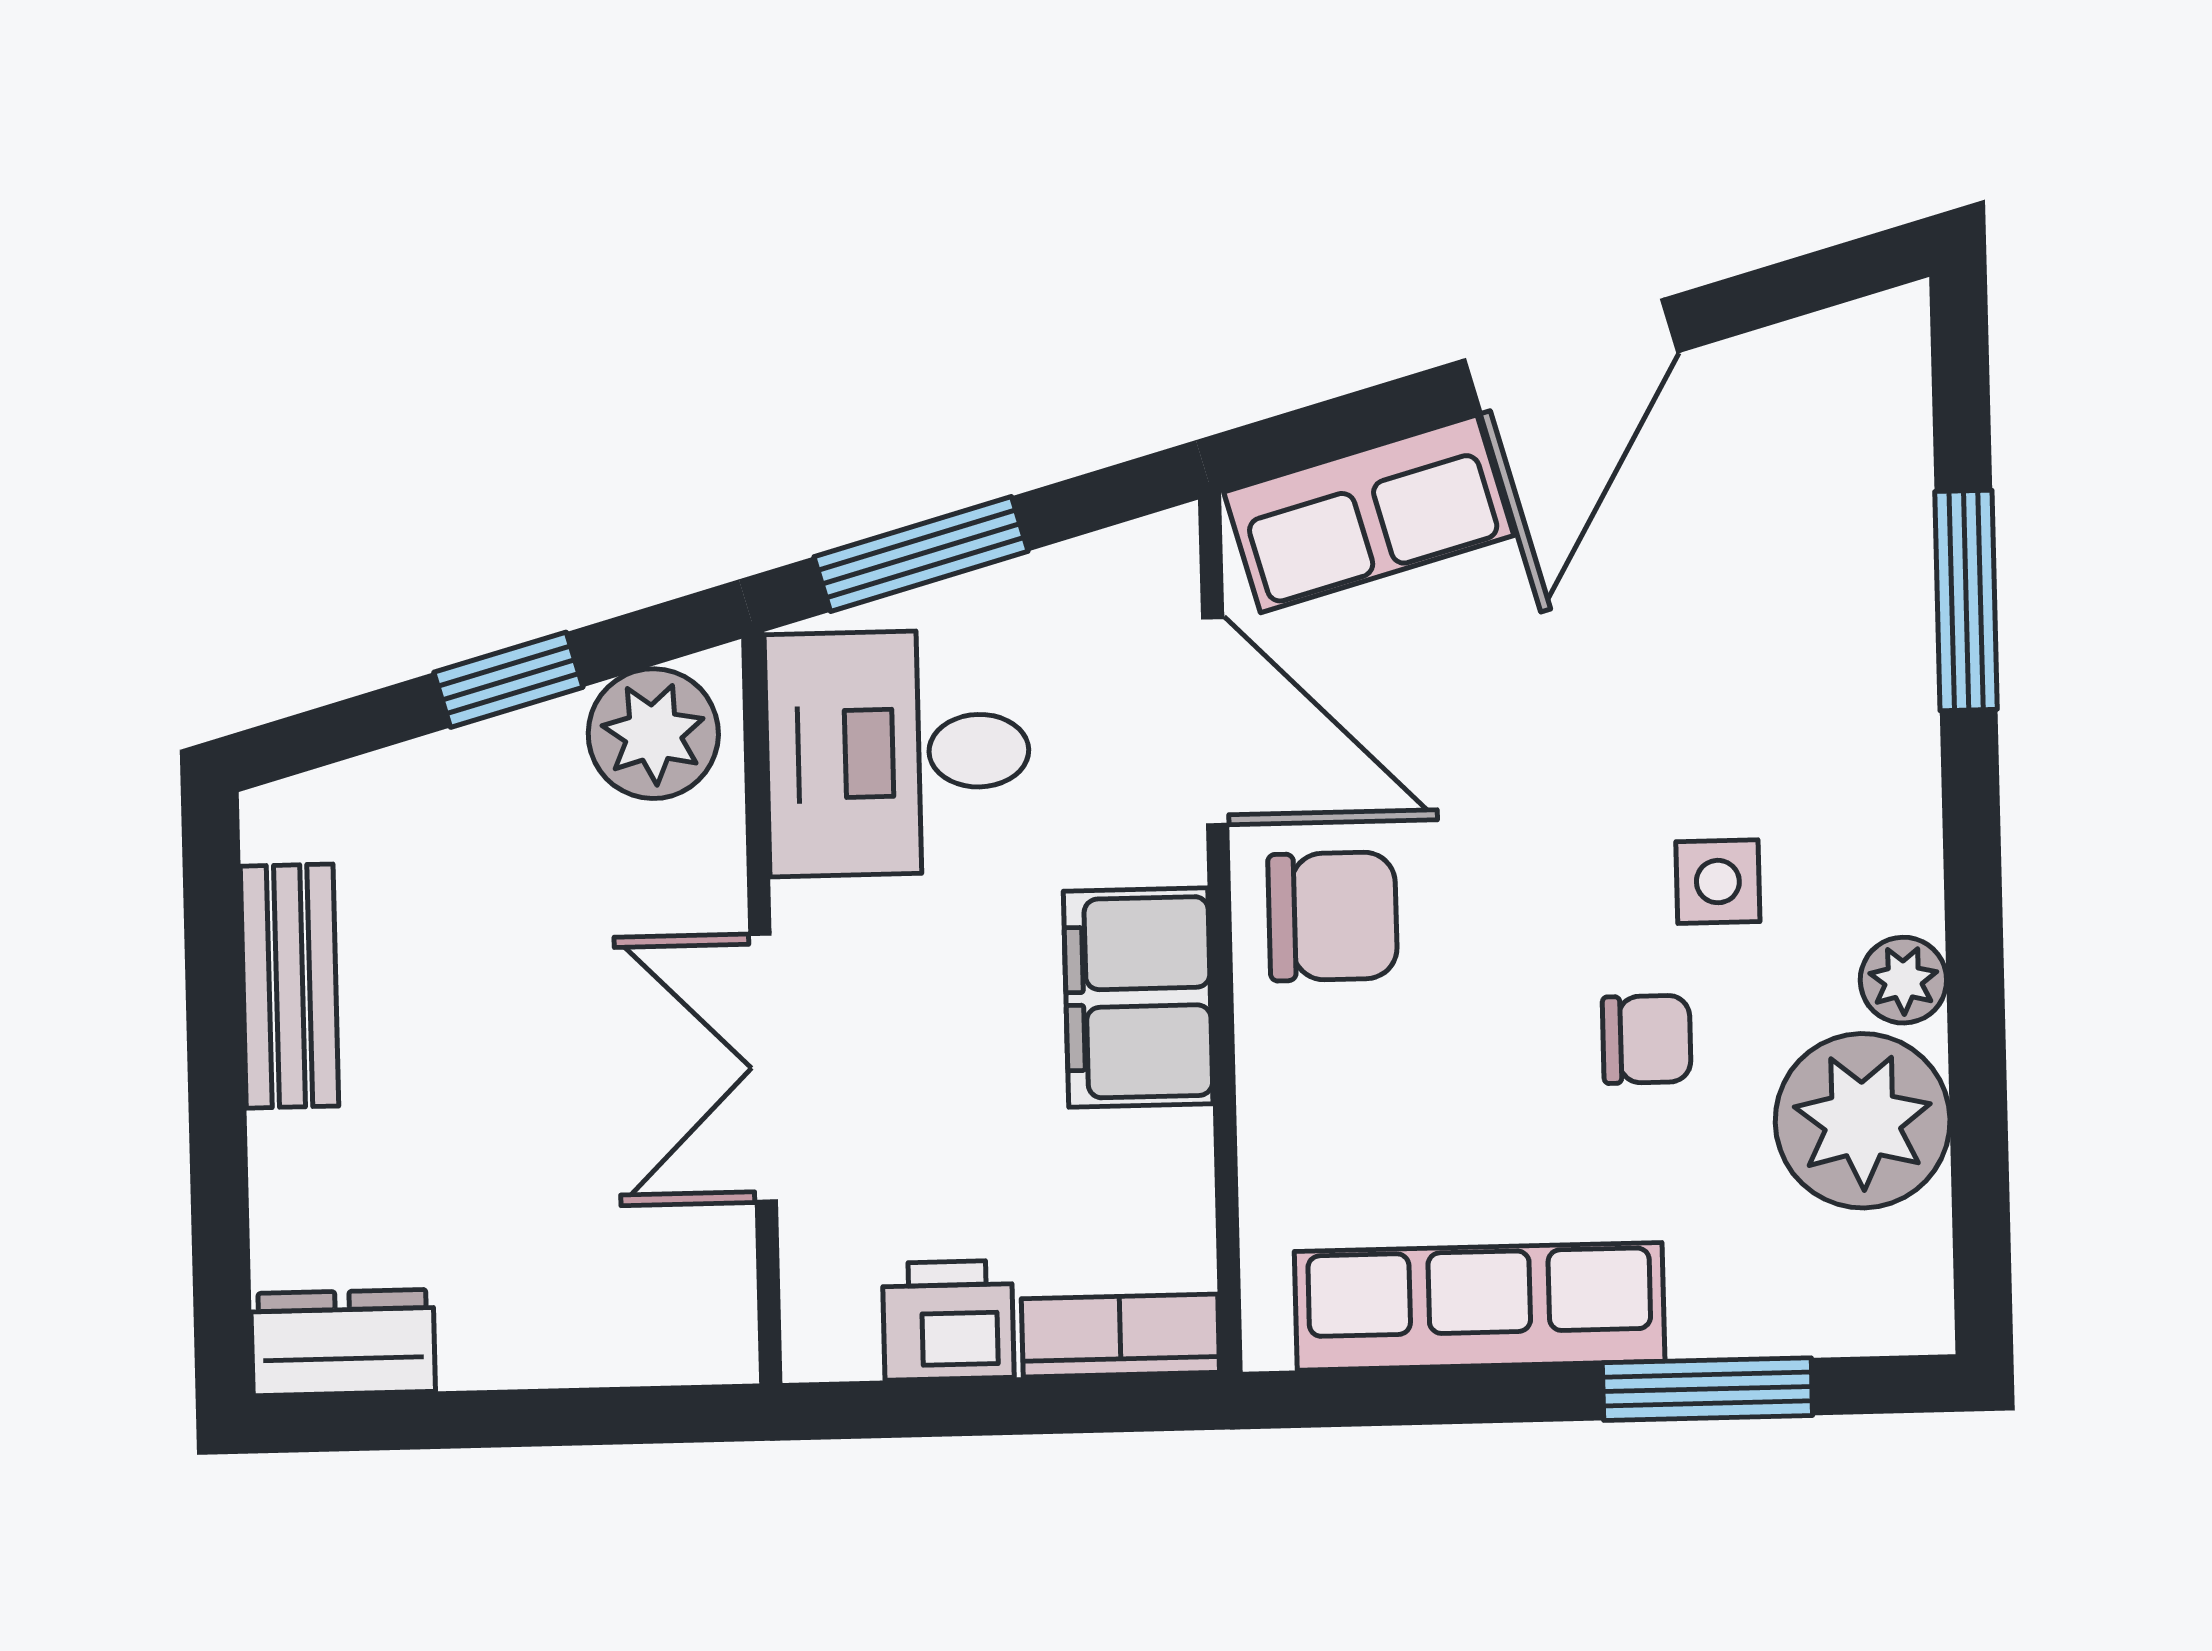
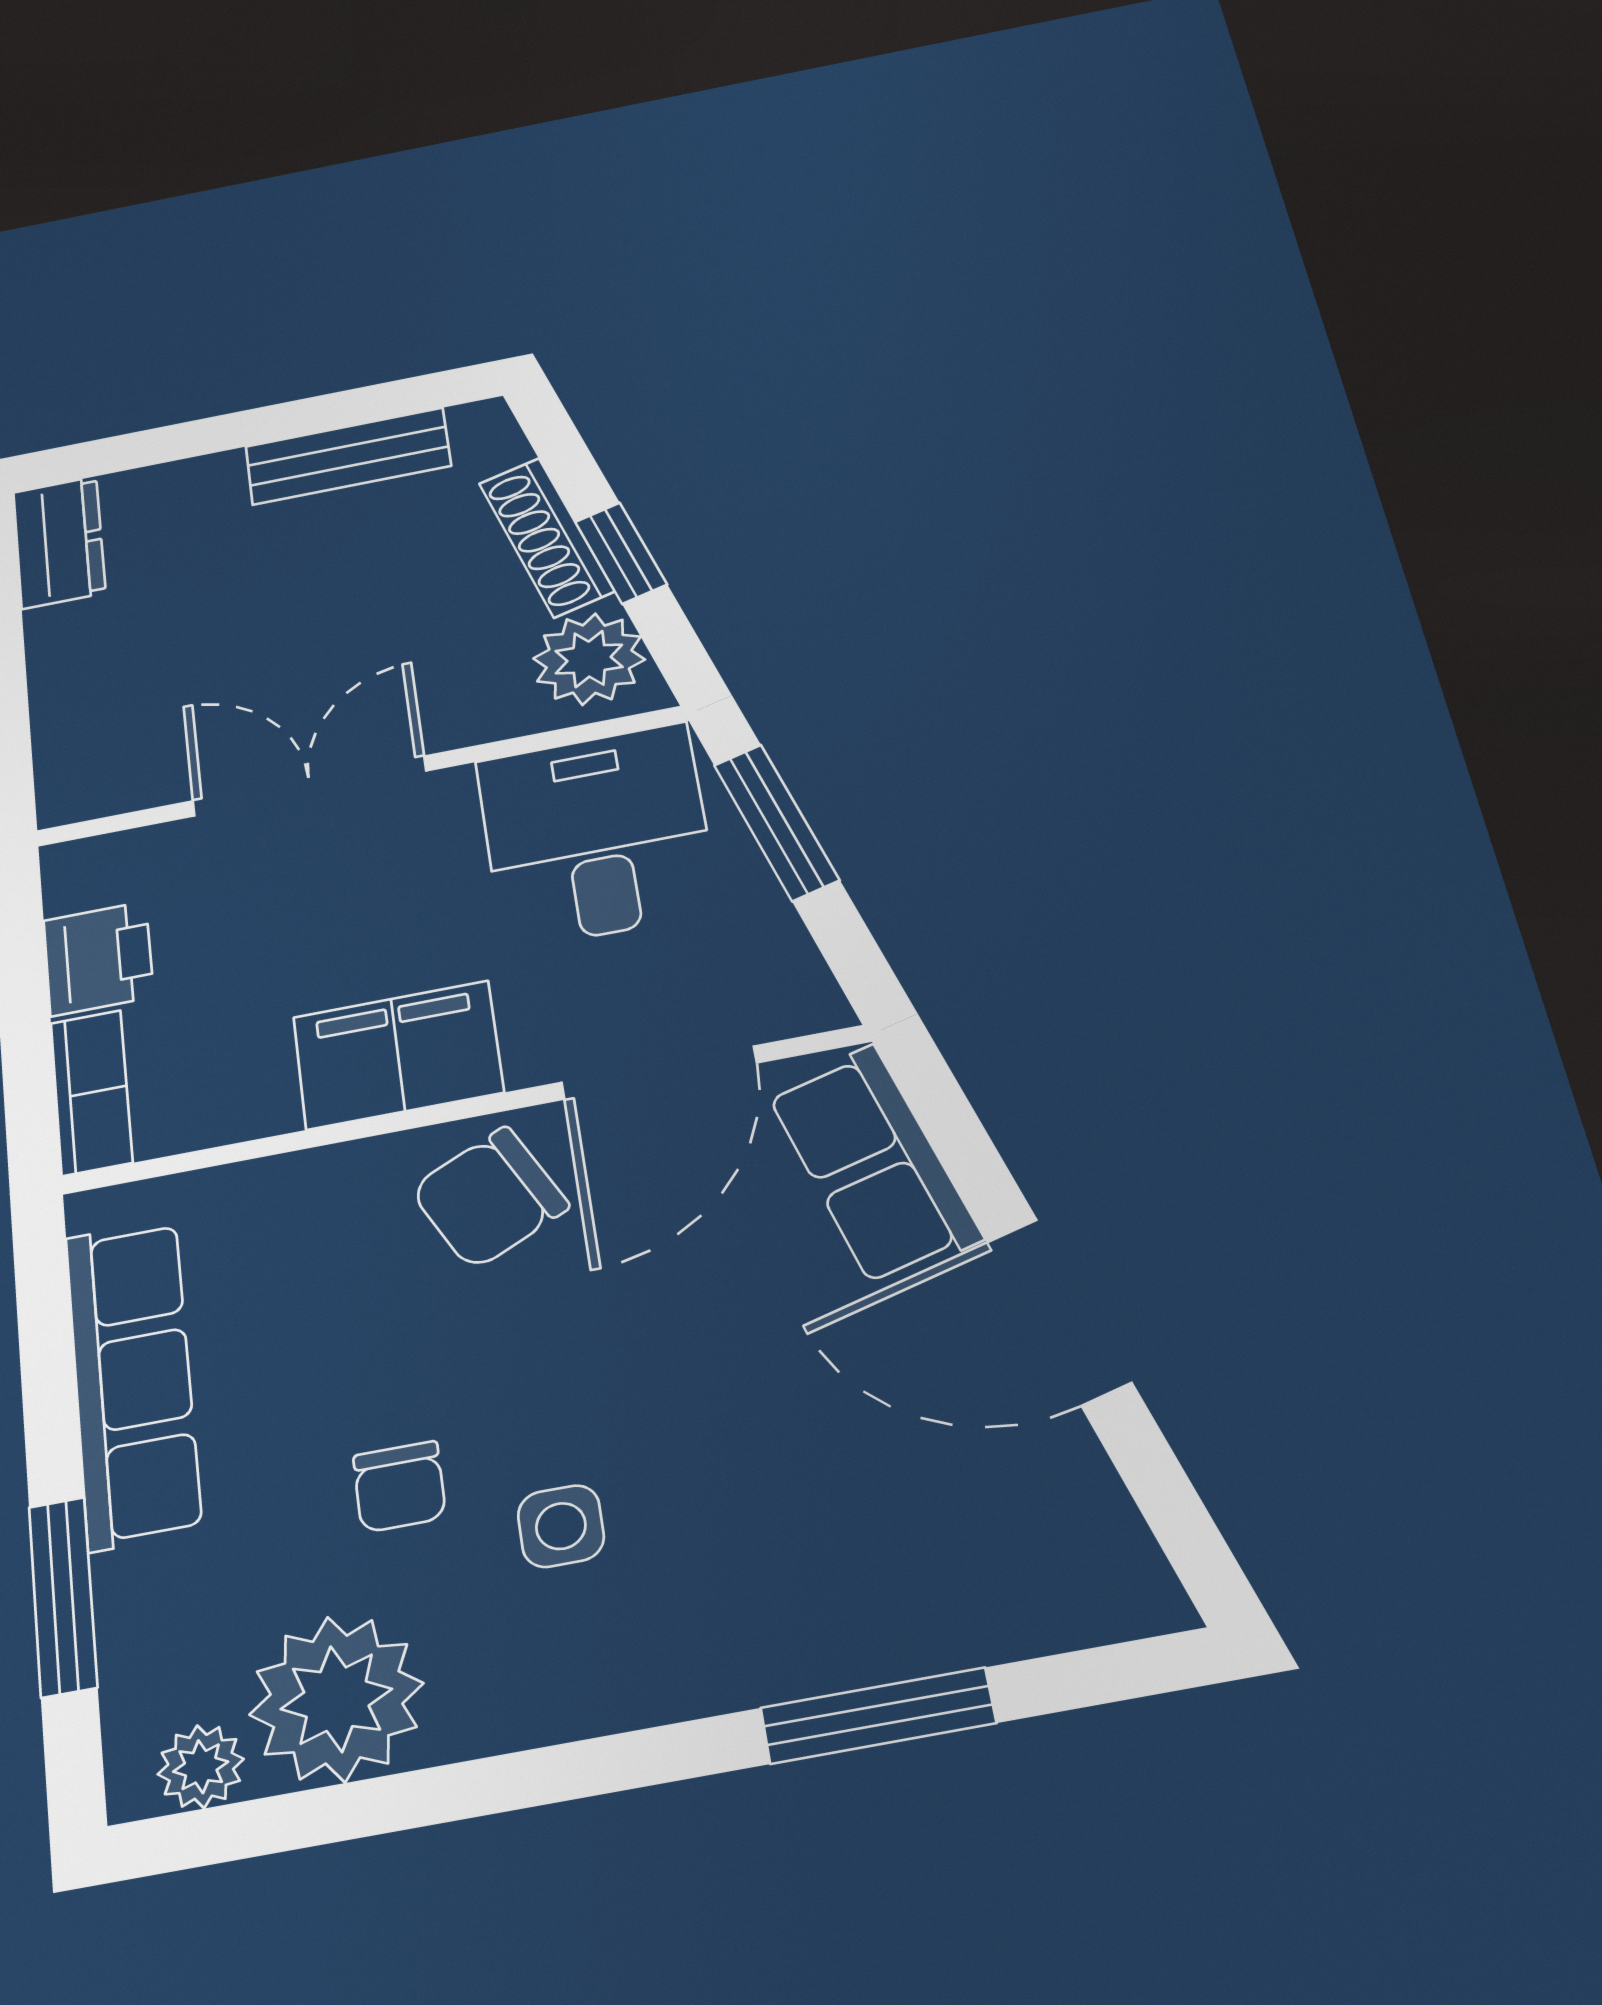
shoe rack: (466, 763) -> (546, 537), added
chair: (1333, 916) -> (489, 1198), turned 64
plant: (1903, 980) -> (201, 1767), moved

